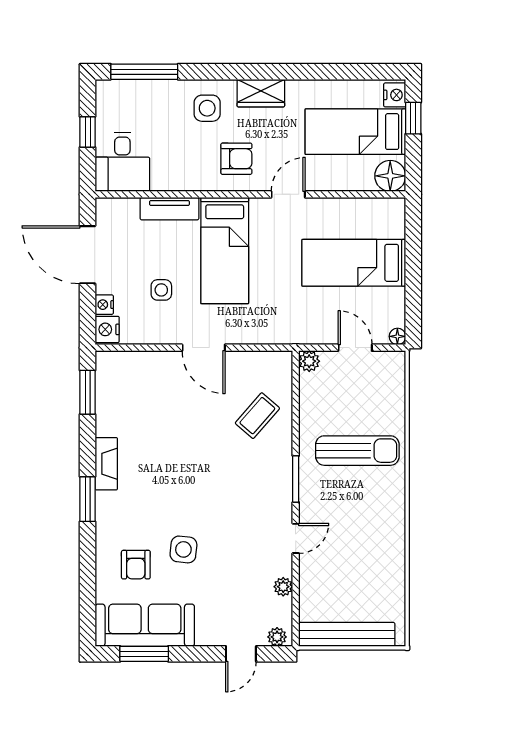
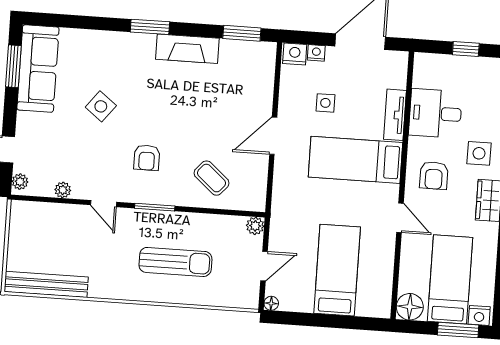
window: (413, 118) -> (458, 330), width x1.50
desk: (122, 162) -> (435, 113), moved
sun lounger: (357, 451) -> (175, 262), turned -90
fireplace: (106, 464) -> (187, 49), width x1.37, depth x1.32
side table: (183, 549) -> (101, 106), turned 32
armchair: (136, 565) -> (147, 158), moved, turned -90
bench: (347, 634) -> (46, 284), moved, turned 90

